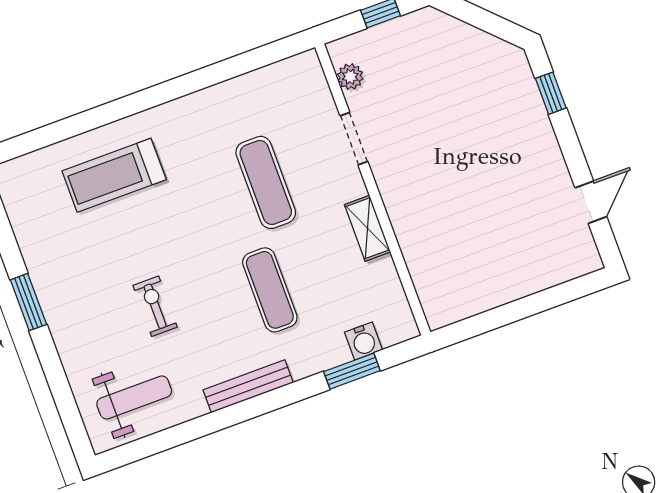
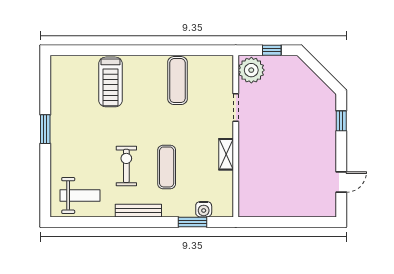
plant: (350, 77) -> (251, 70), width x1.87, depth x1.87
treadmill: (114, 175) -> (111, 82), turned -90
exercise mat: (266, 182) -> (177, 81), moved
exercise bike: (155, 306) -> (126, 166), moved, width x1.38, depth x1.39

